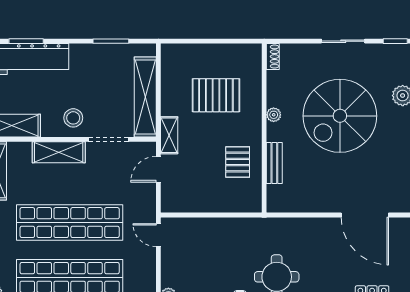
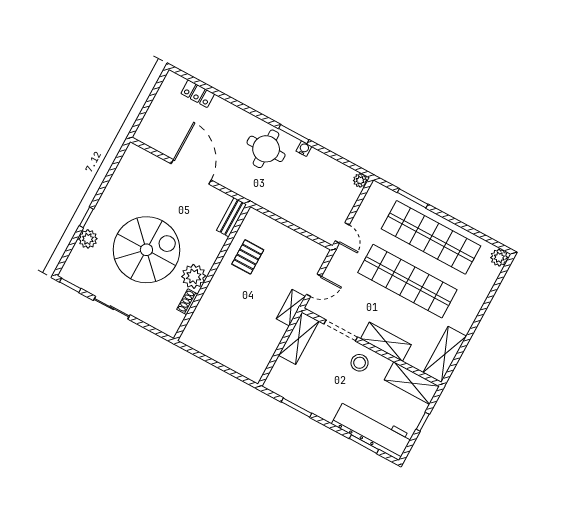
shoe rack: (273, 57) -> (187, 302), moved
pallet: (216, 95) -> (236, 319), removed
shelving: (145, 97) -> (299, 338), width x0.68
plant: (274, 115) -> (194, 276), width x1.88, depth x1.88
bench: (274, 163) -> (231, 217), moved
door: (365, 215) -> (191, 172), moved

